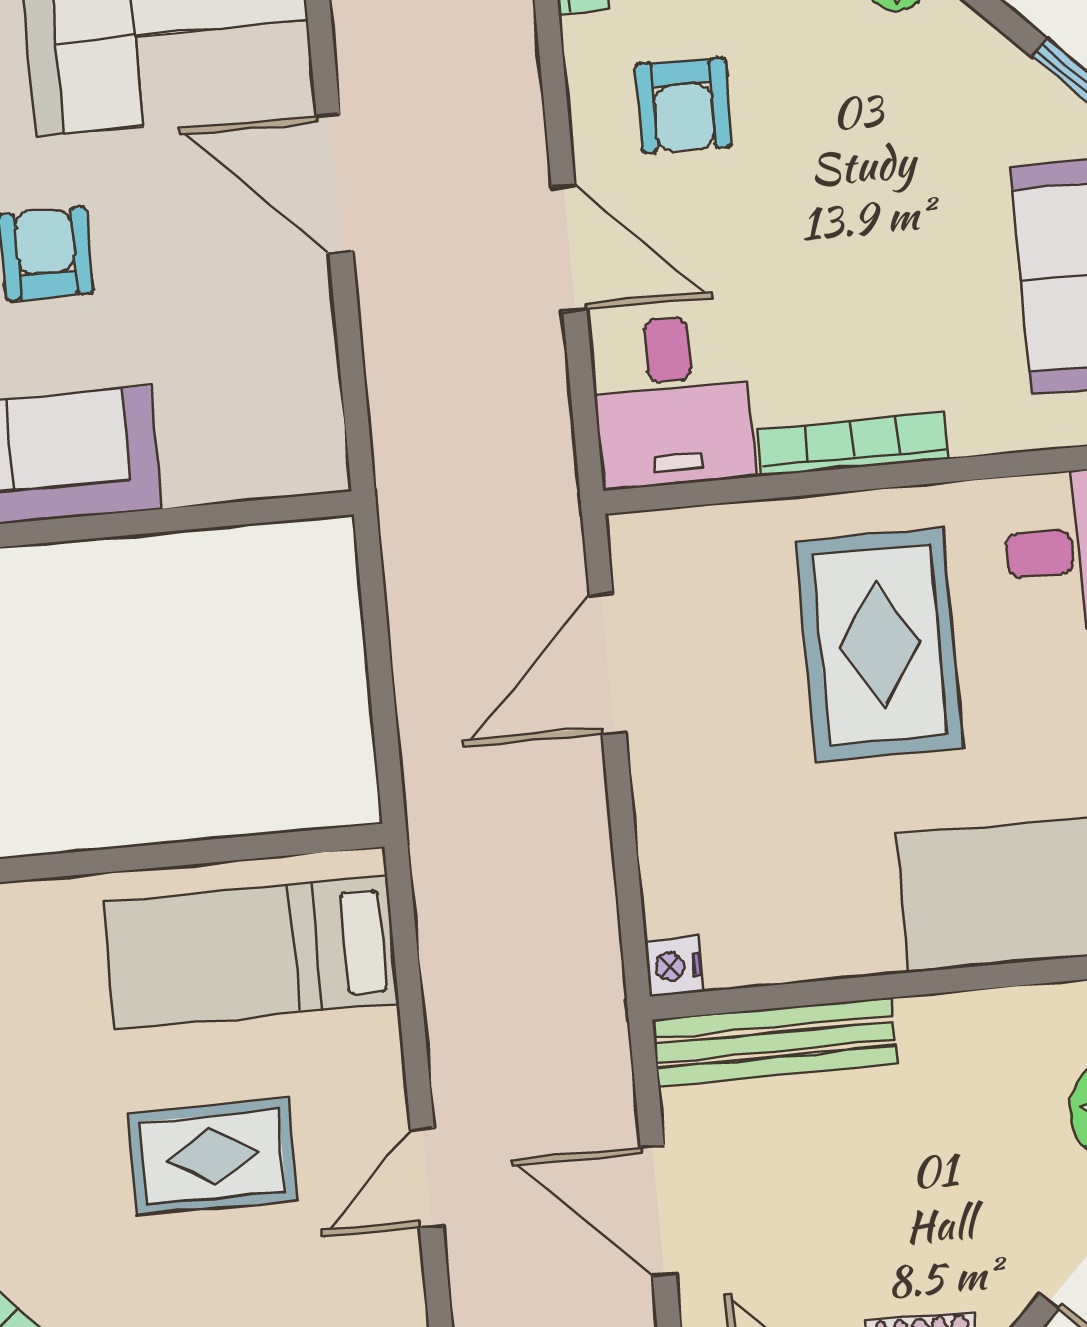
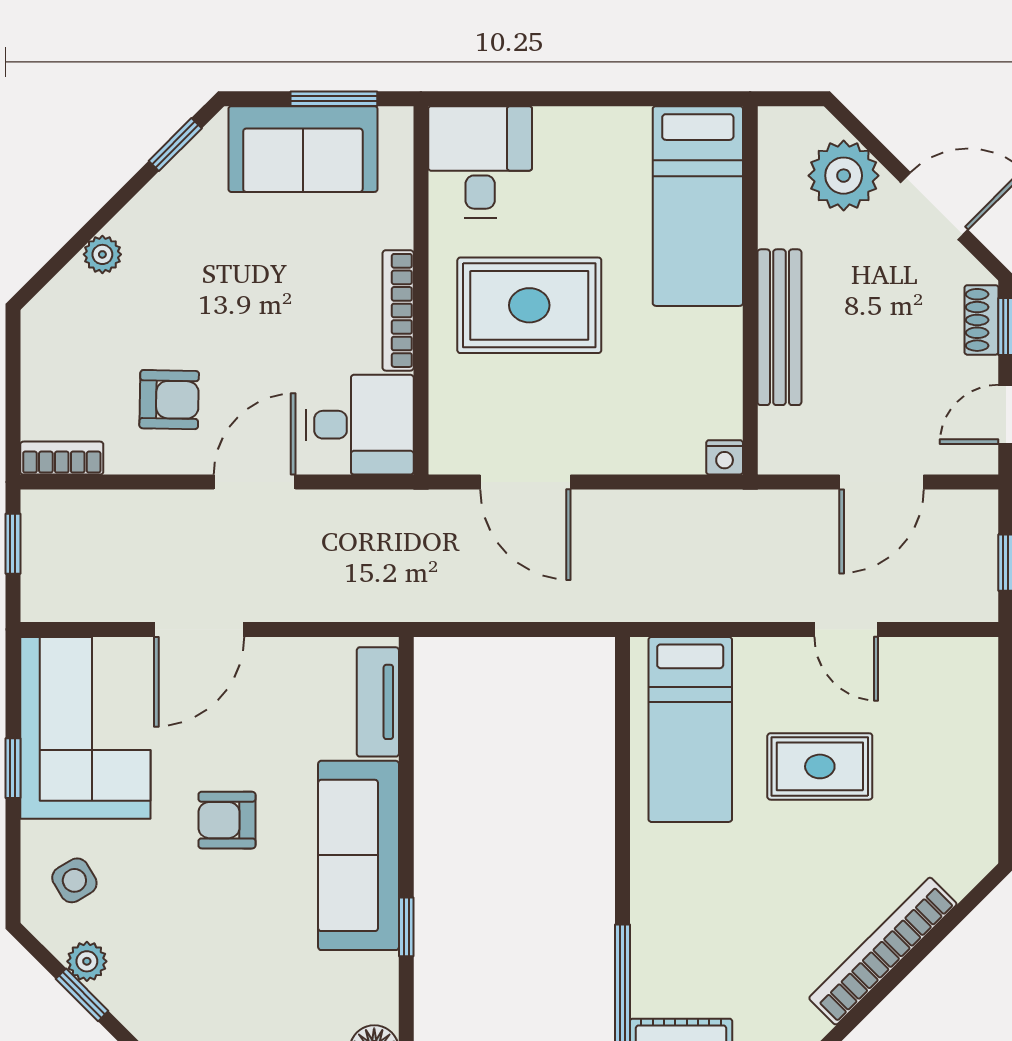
tv unit: (249, 469) -> (378, 702), added
bench: (775, 1042) -> (779, 327), moved
rug: (213, 1157) -> (820, 766), turned 90

